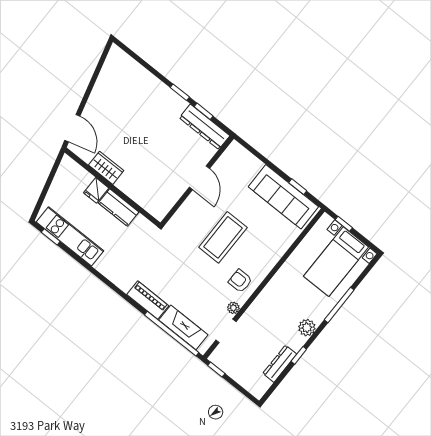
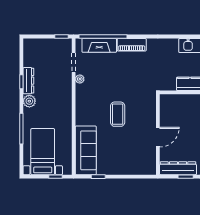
door: (199, 178) -> (158, 137), swing flipped
sofa: (283, 197) -> (86, 150), moved, turned 90
coffee table: (223, 237) -> (118, 114), width x0.73, depth x0.76
armchair: (240, 281) -> (88, 97), removed
dresser: (280, 364) -> (28, 81), moved

